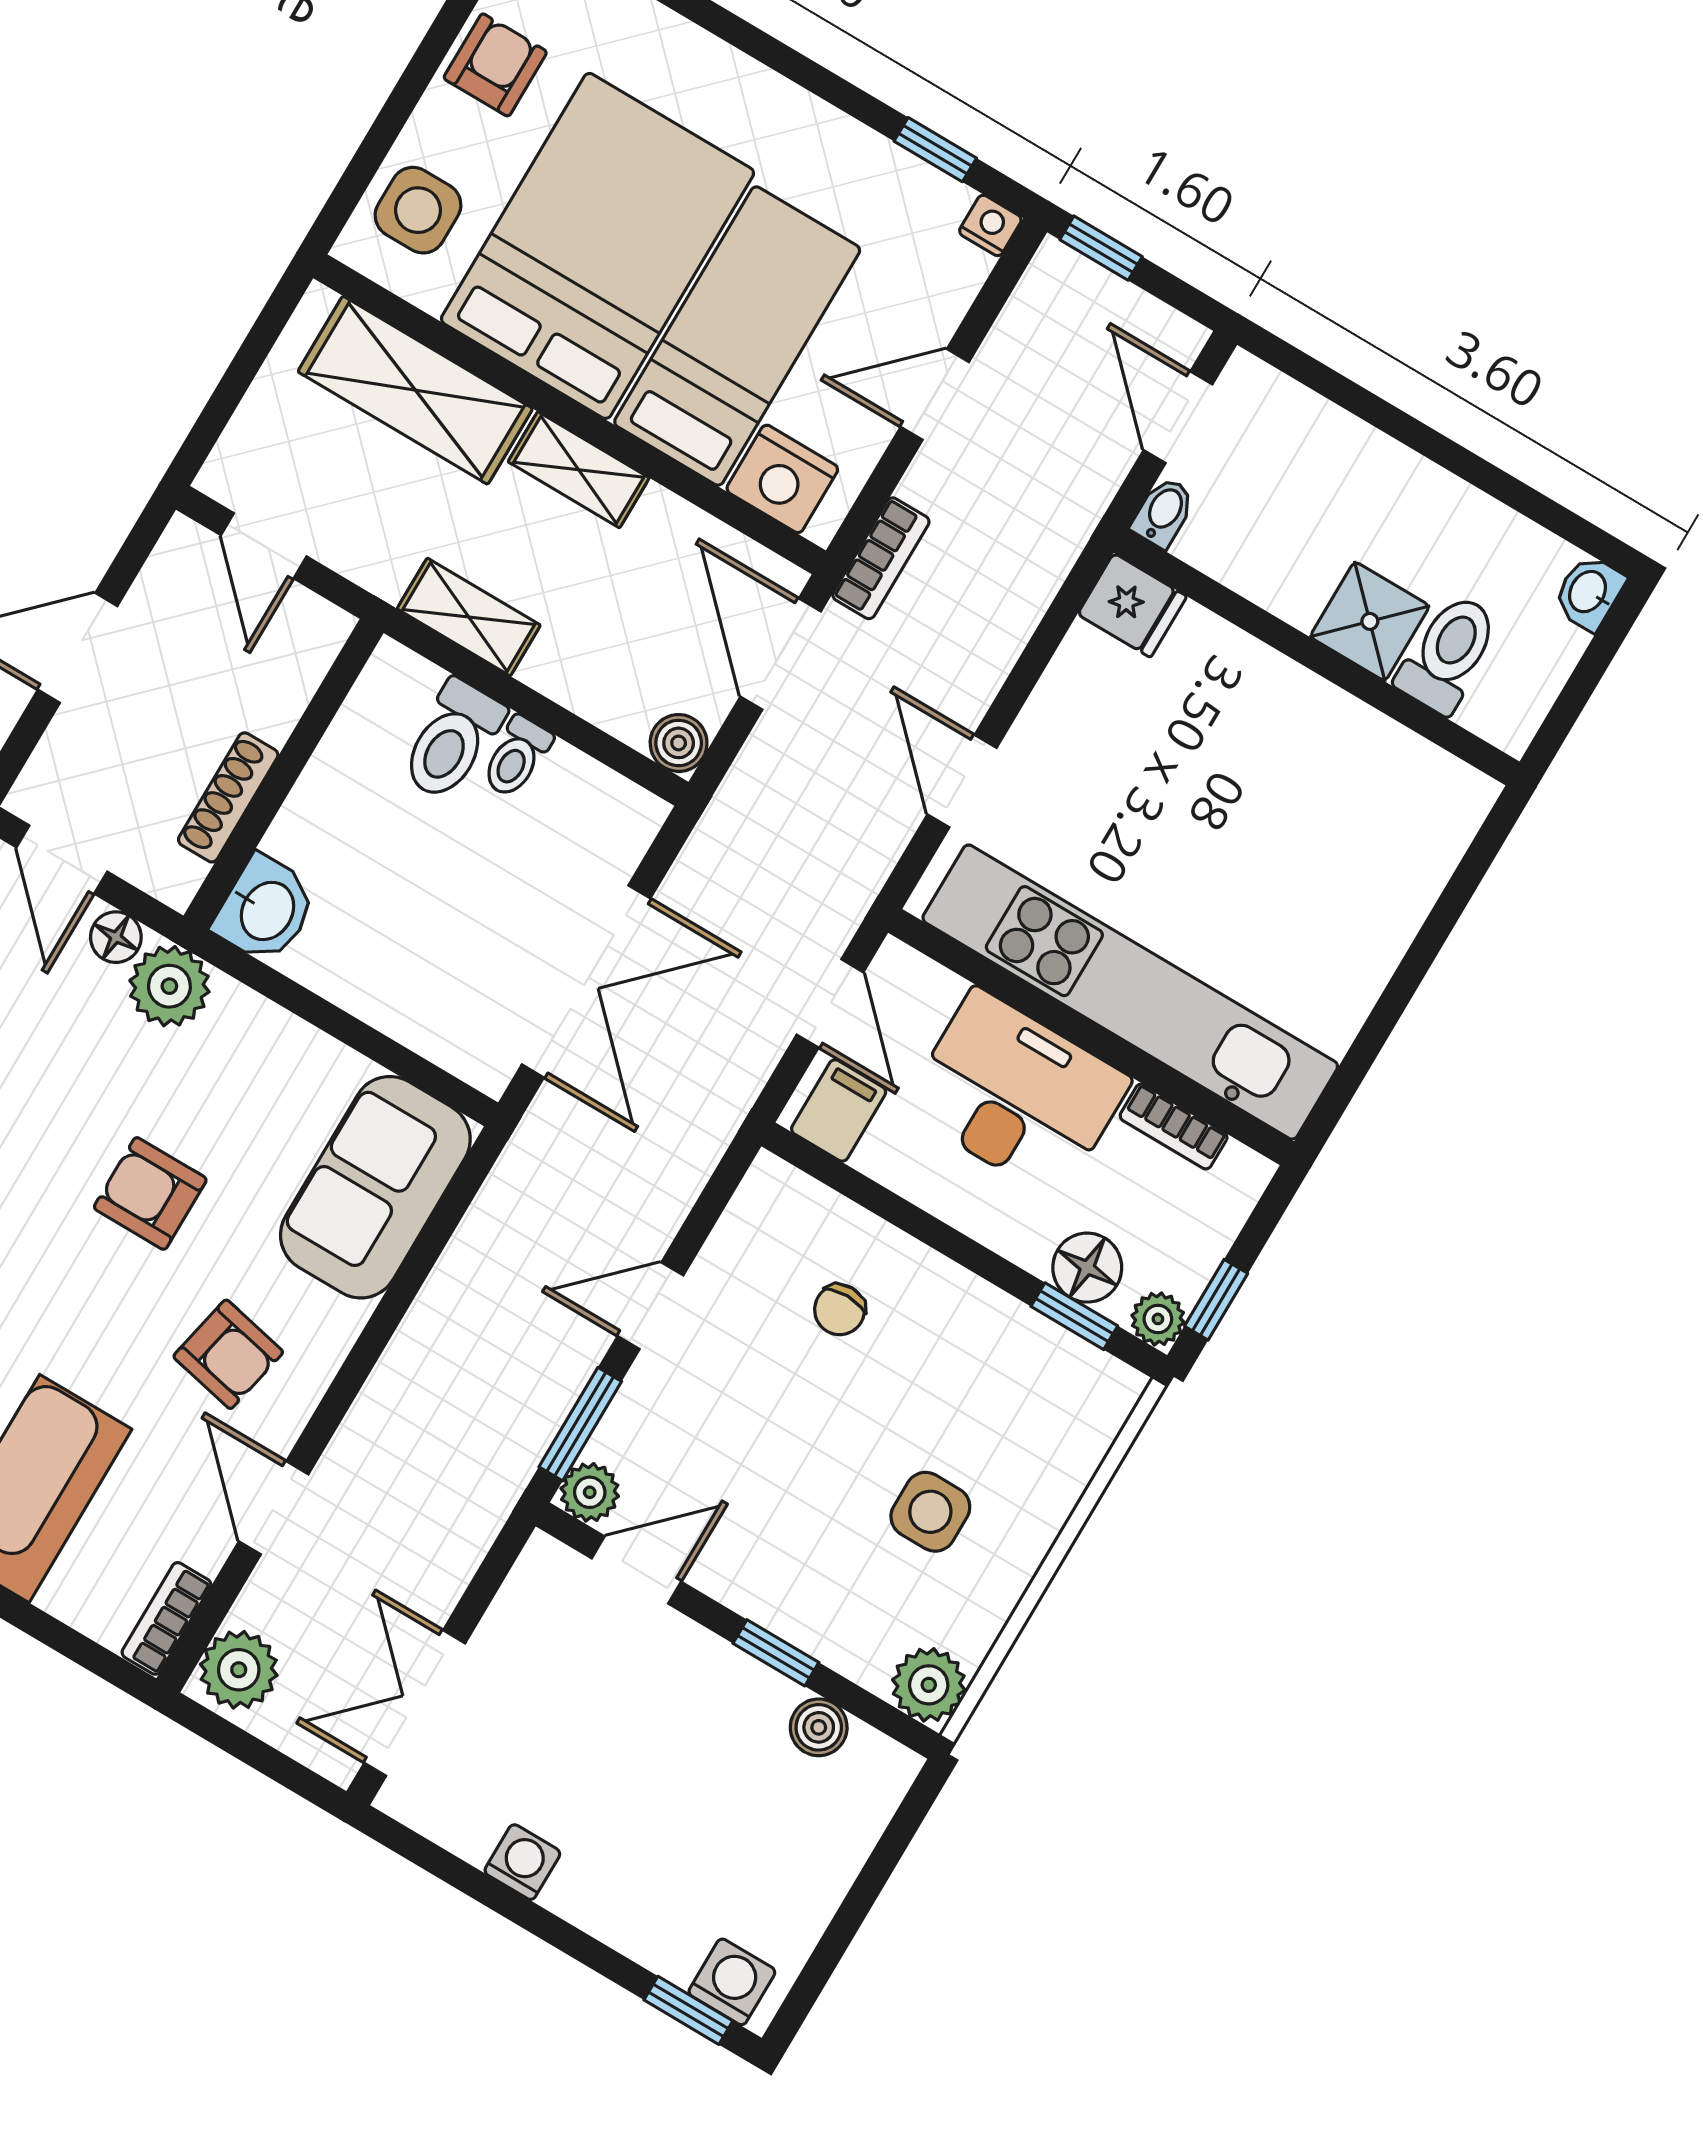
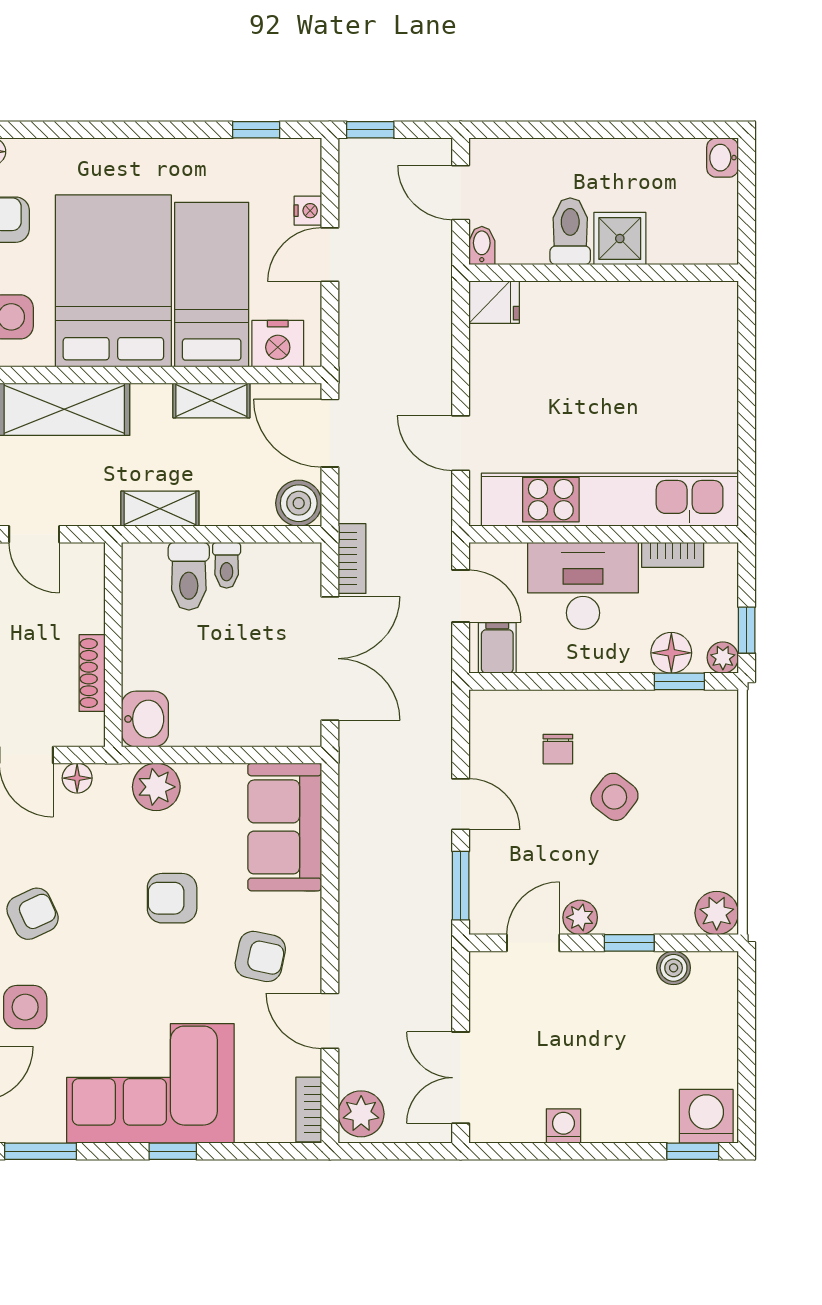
nightstand: (990, 225) -> (308, 211), moved, turned 90
shelving: (579, 470) -> (211, 400), moved
bookcase: (881, 558) -> (352, 559), moved
toilet: (1448, 654) -> (570, 231), moved
boiler: (679, 743) -> (299, 503), width x1.36, depth x1.36
plant: (169, 986) -> (156, 787), moved
door: (651, 1306) -> (461, 804), swing flipped
plant: (590, 1492) -> (580, 917), moved
side table: (930, 1512) -> (614, 797), moved, turned 38
washing machine: (732, 1982) -> (706, 1116), width x1.38, depth x1.38

